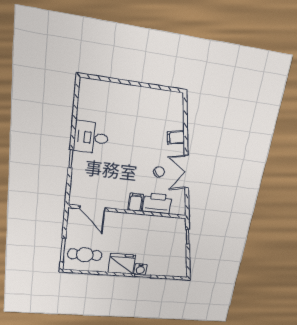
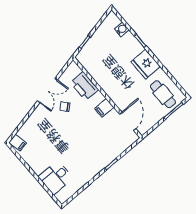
filing cabinet: (176, 137) -> (18, 143), moved
desk: (91, 138) -> (56, 177), moved, turned 90
filing cabinet: (136, 202) -> (104, 108), moved
water cooler: (140, 269) -> (122, 29), moved

